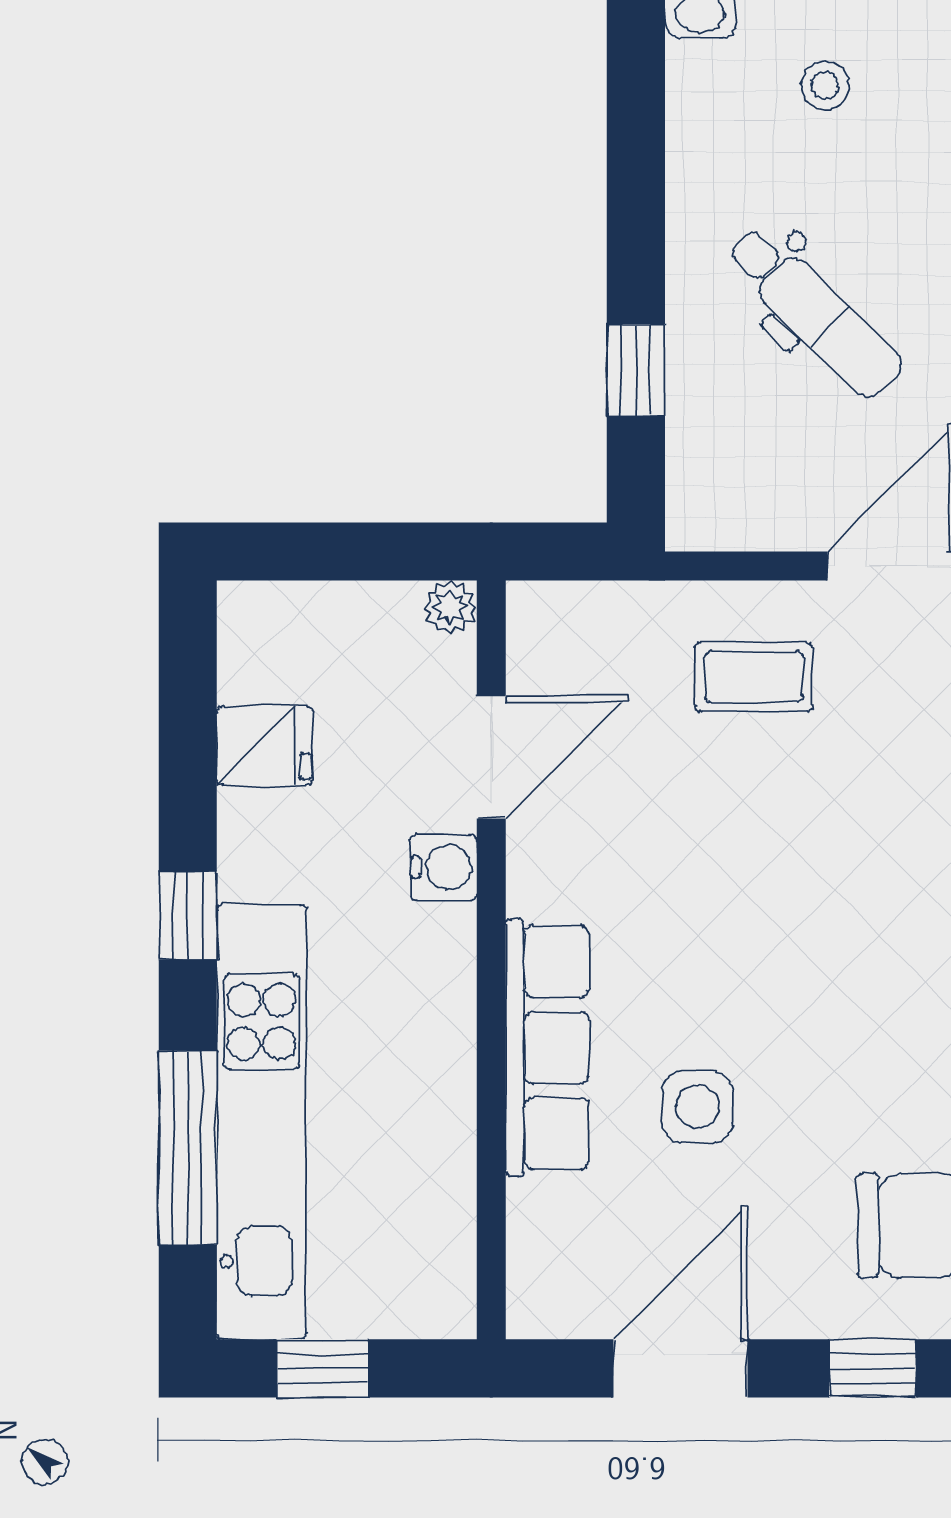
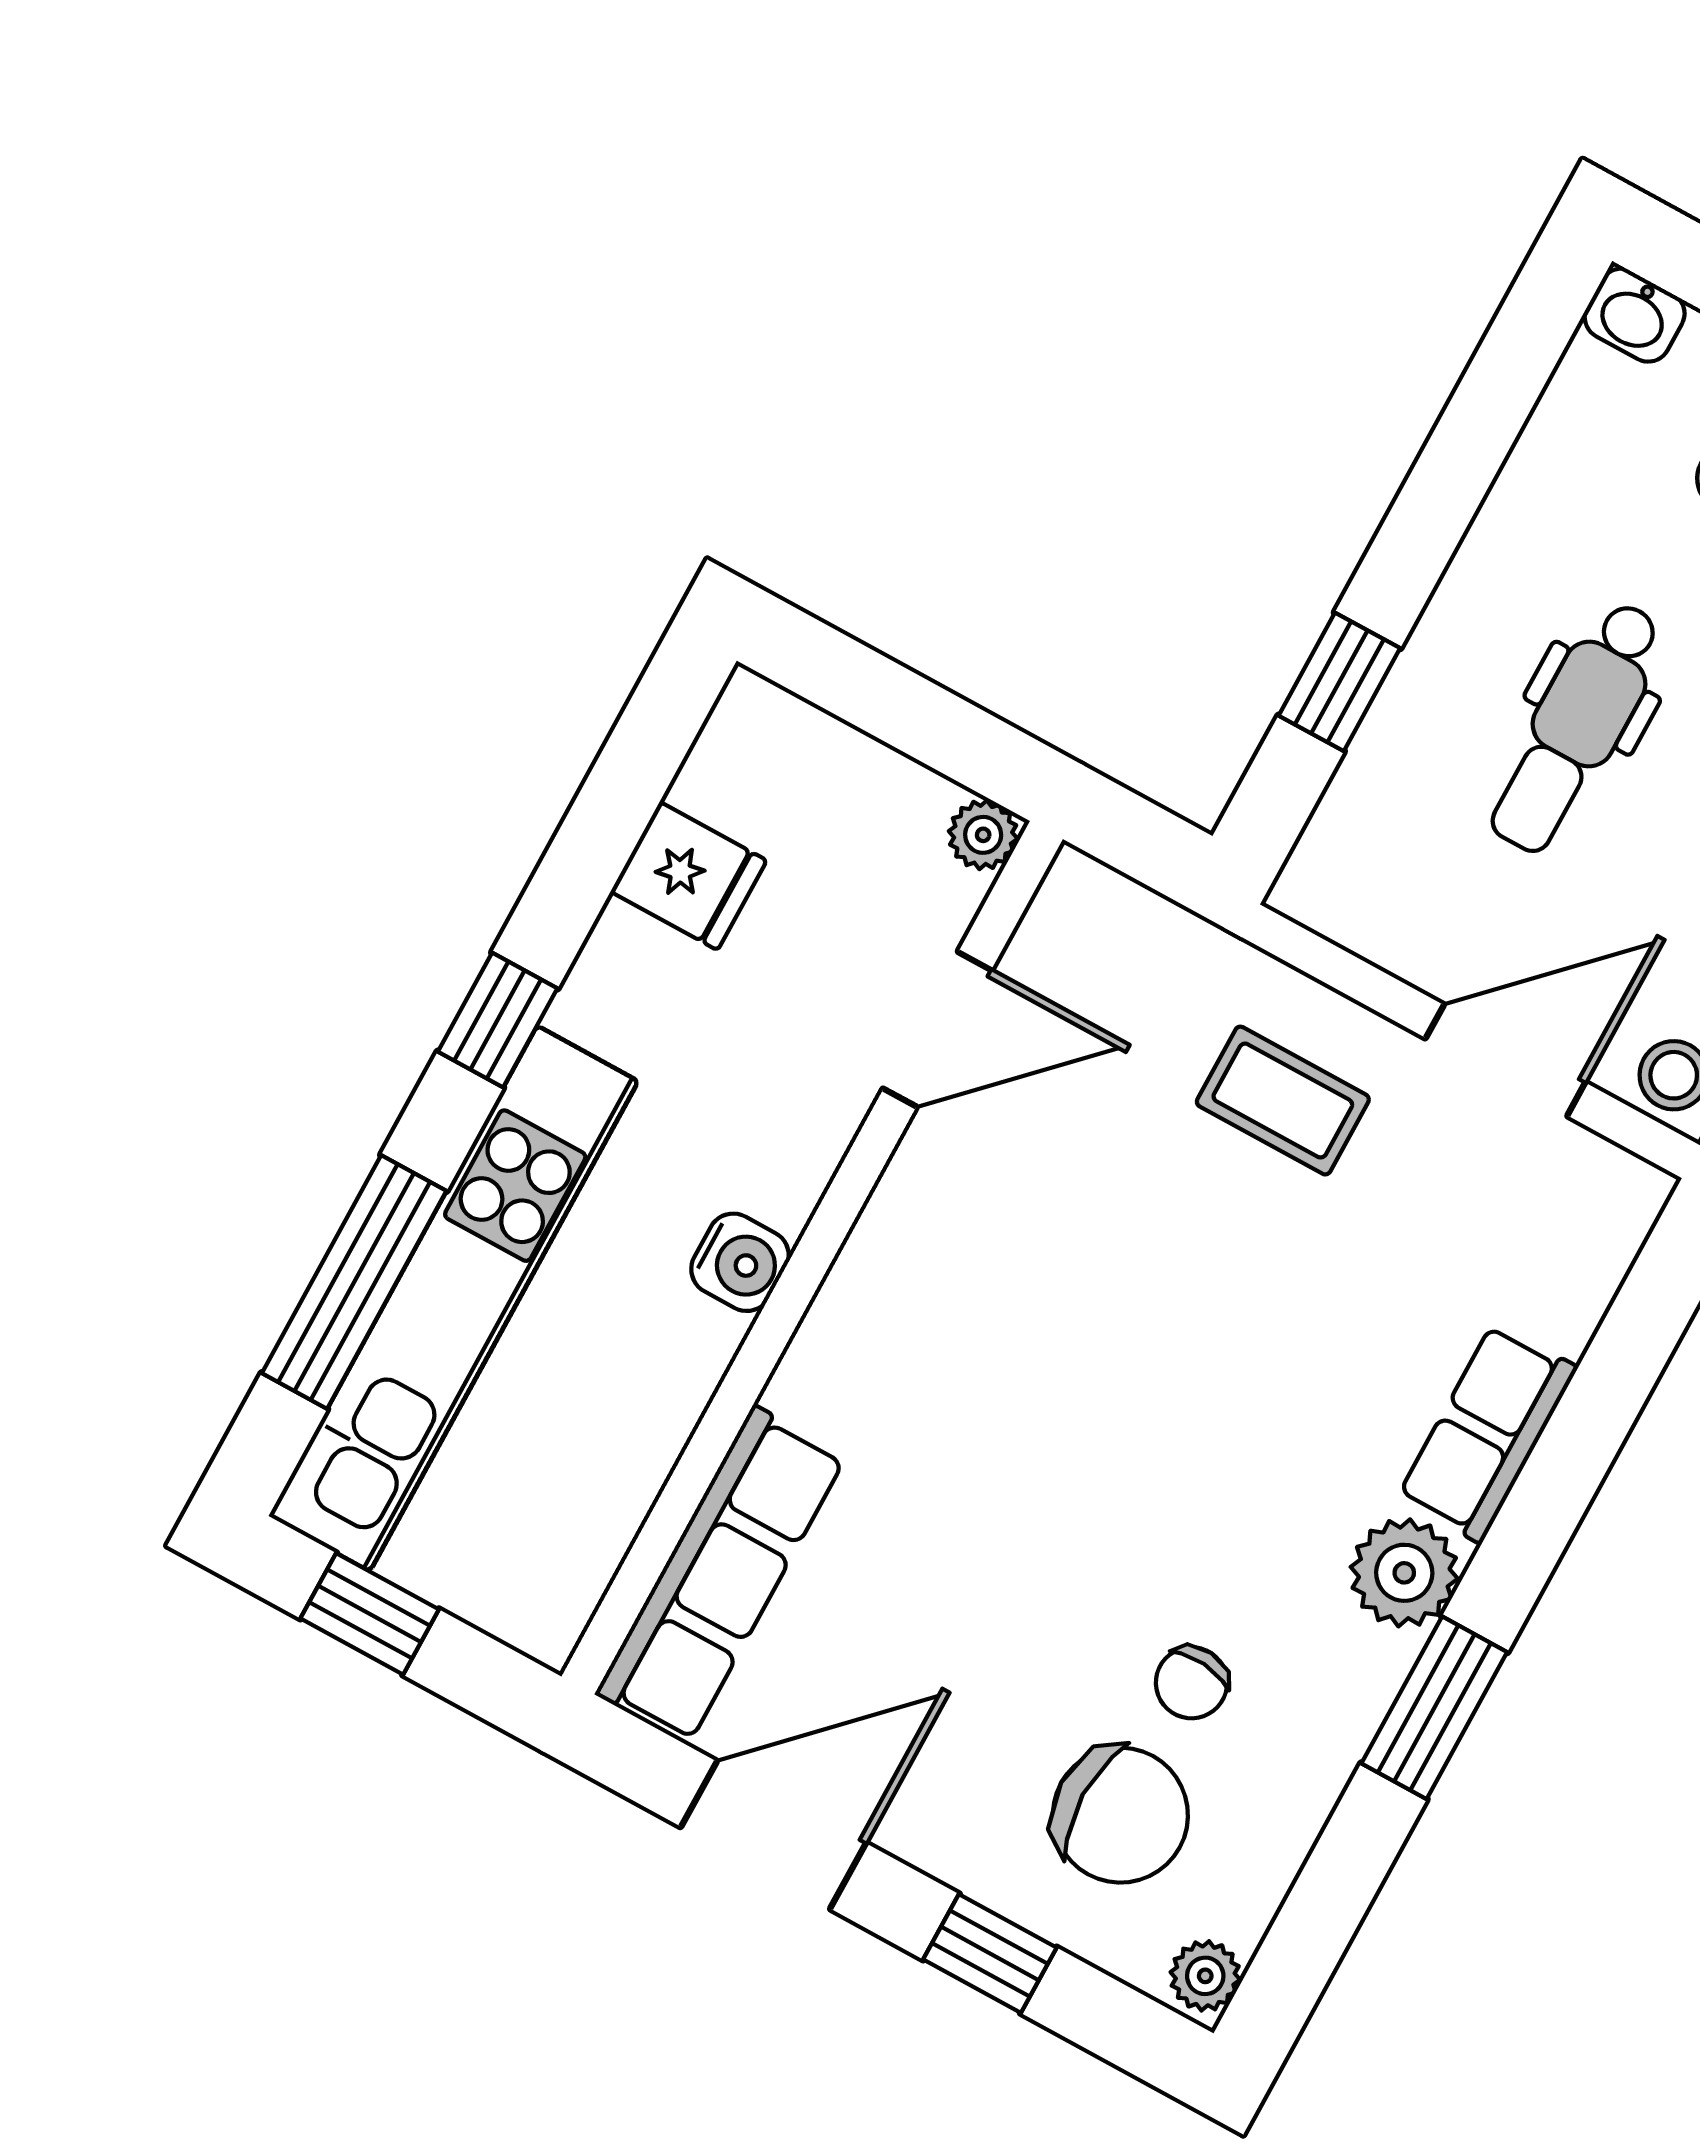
dental chair: (815, 312) -> (1576, 727), turned 46
water cooler: (444, 867) -> (740, 1262), moved
row of seats: (547, 1048) -> (721, 1575), moved
side table: (697, 1107) -> (954, 1550), removed
chair: (909, 1108) -> (1192, 1683), added

